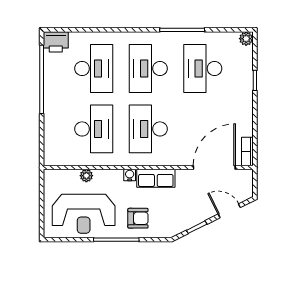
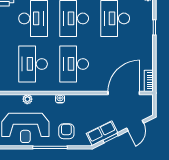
desk: (94, 129) -> (33, 64), turned 180
row of seats: (156, 178) -> (102, 133), moved, turned 153
door: (229, 211) -> (135, 126), swing flipped
armchair: (138, 218) -> (66, 131), turned -90

